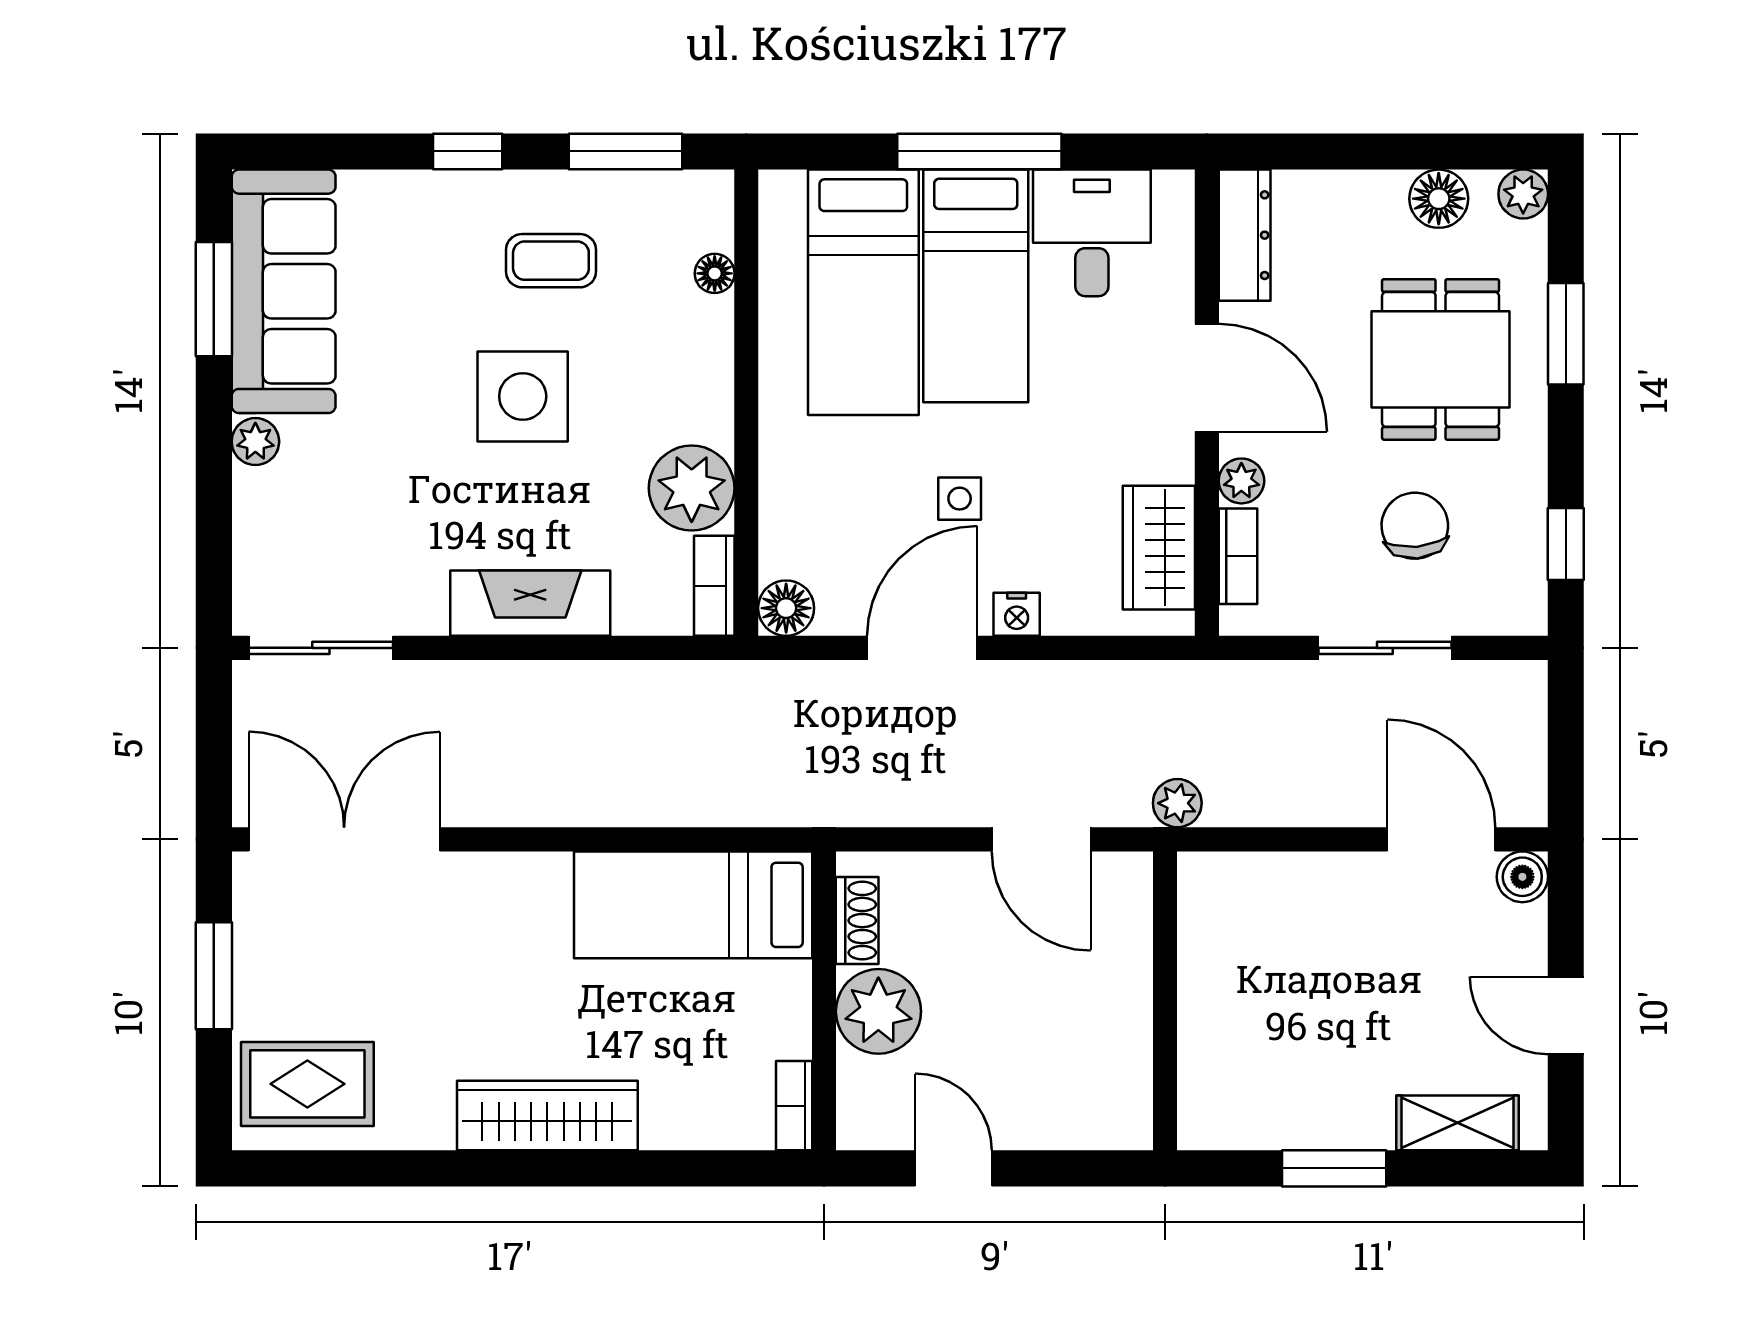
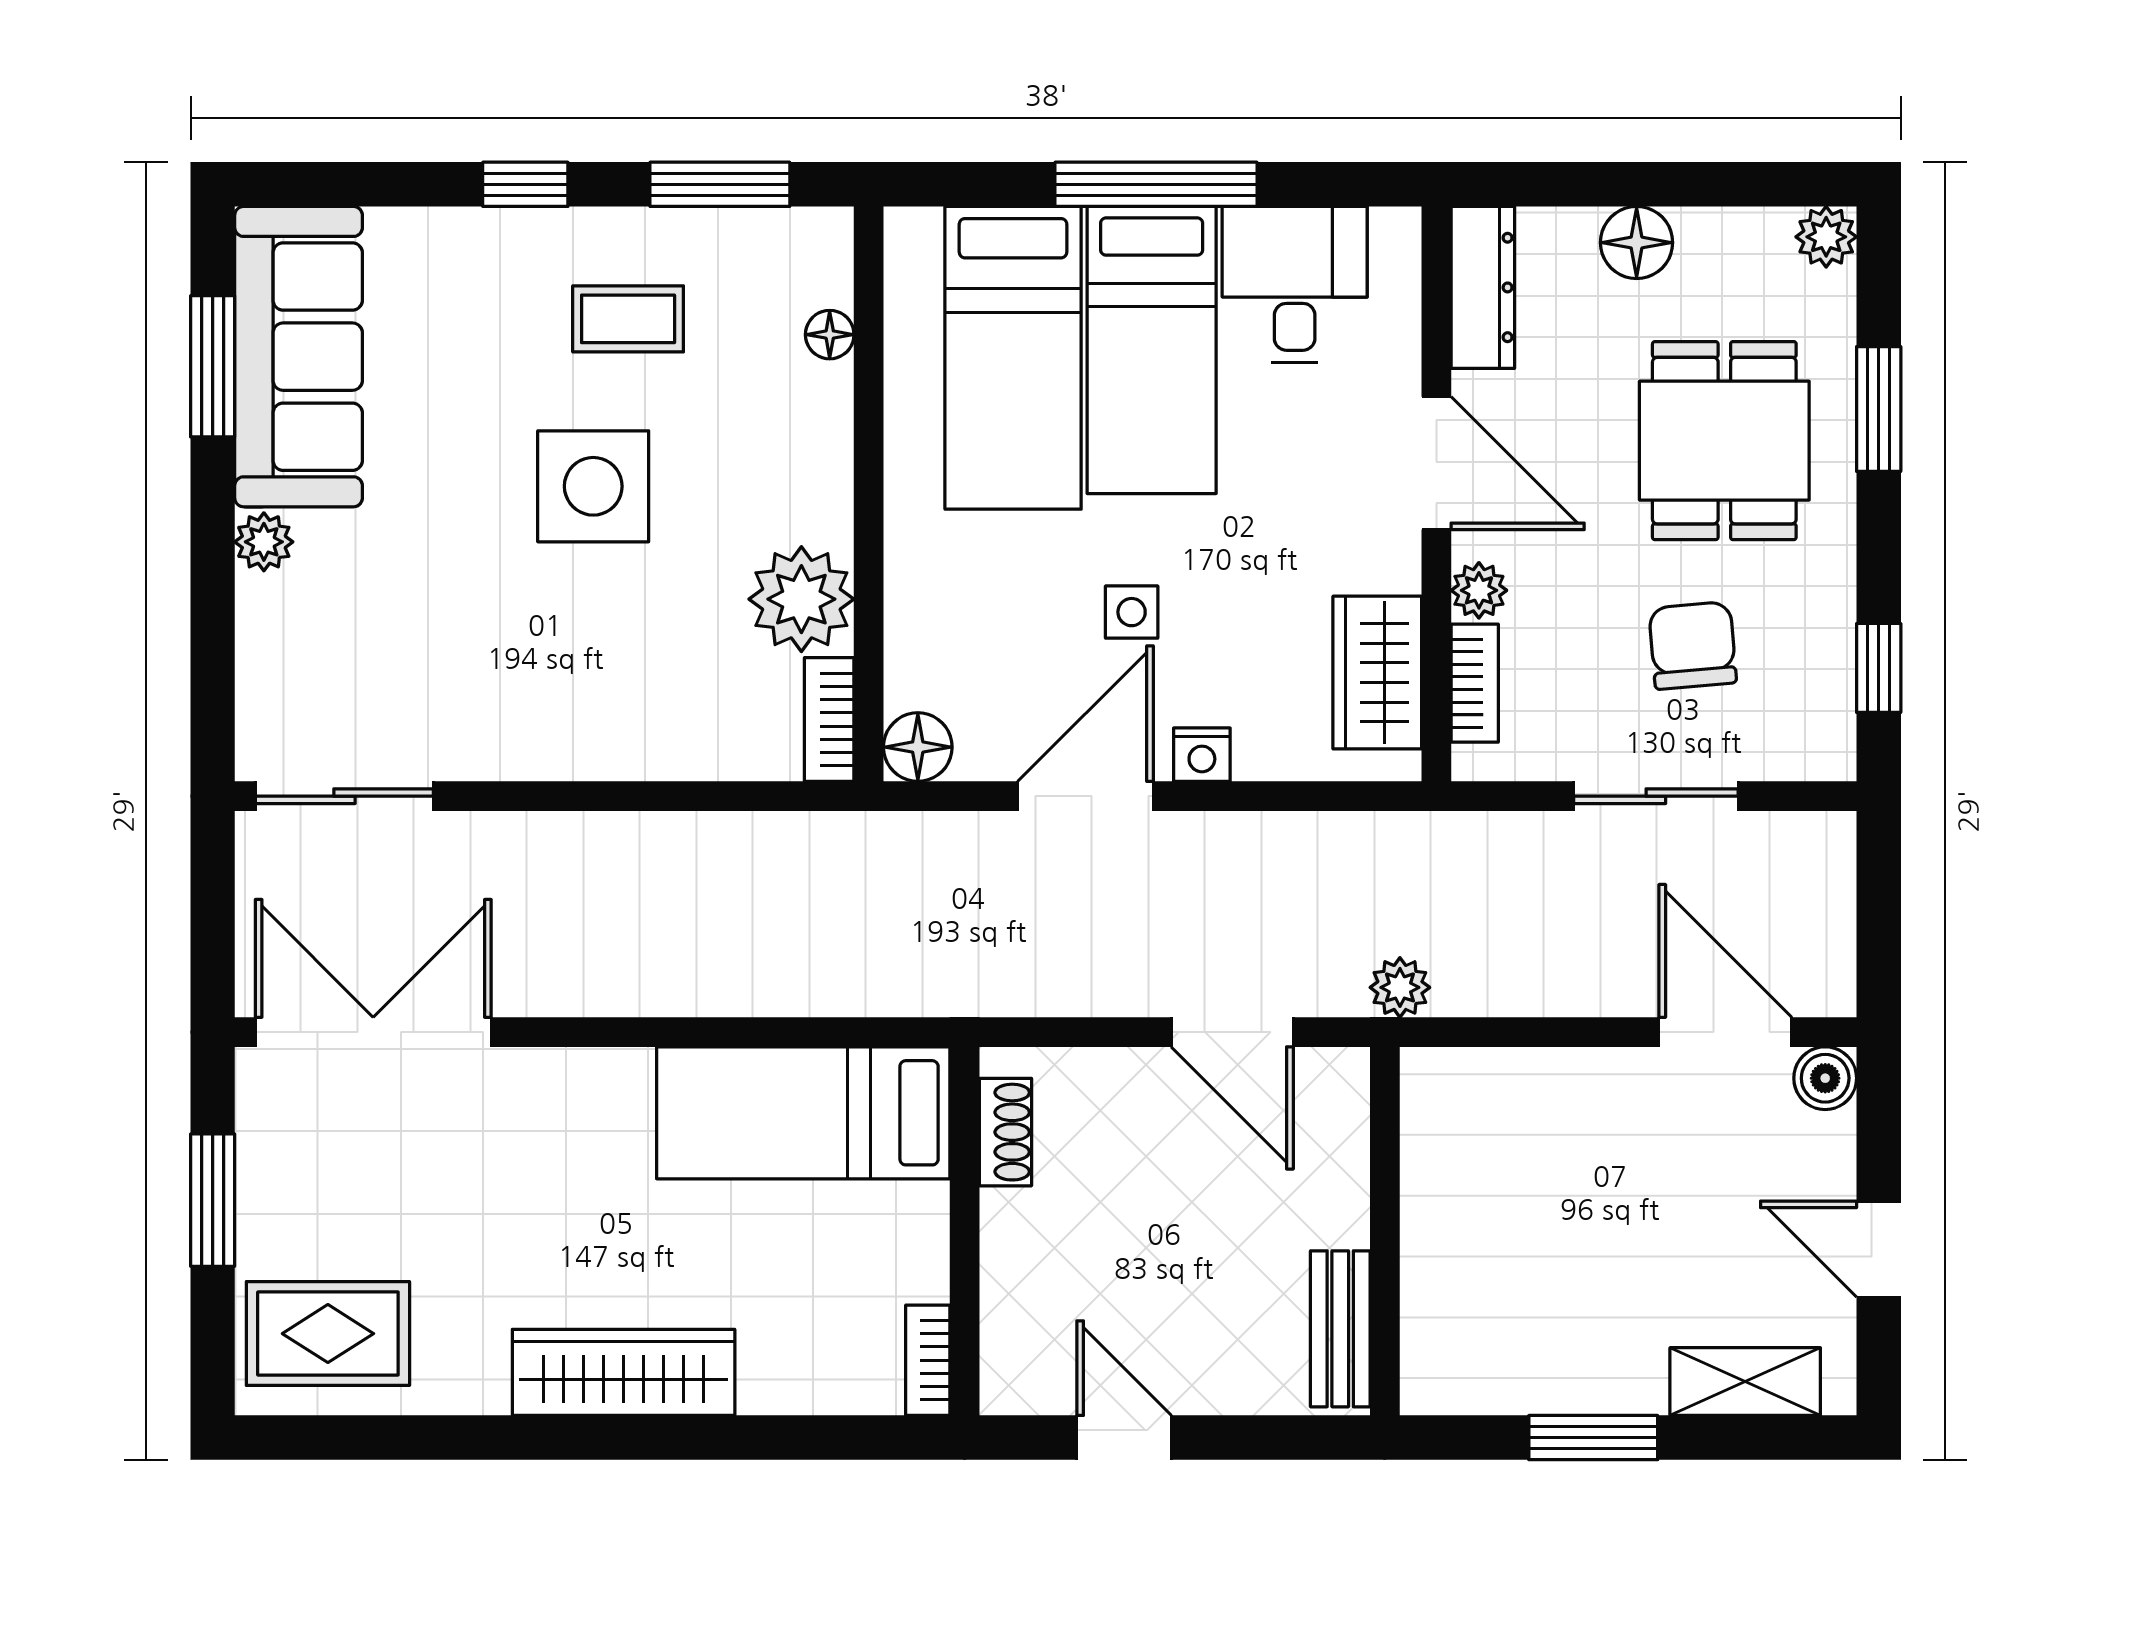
floor lamp: (1439, 199) -> (1637, 243), moved
fireplace: (530, 603) -> (602, 741), removed
plant: (878, 1011) -> (1032, 1244), removed
bench: (1129, 1080) -> (1340, 1329), added

